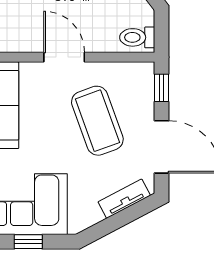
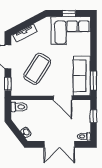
door: (64, 57) -> (62, 98), moved
coffee table: (97, 121) -> (37, 69), turned 52

